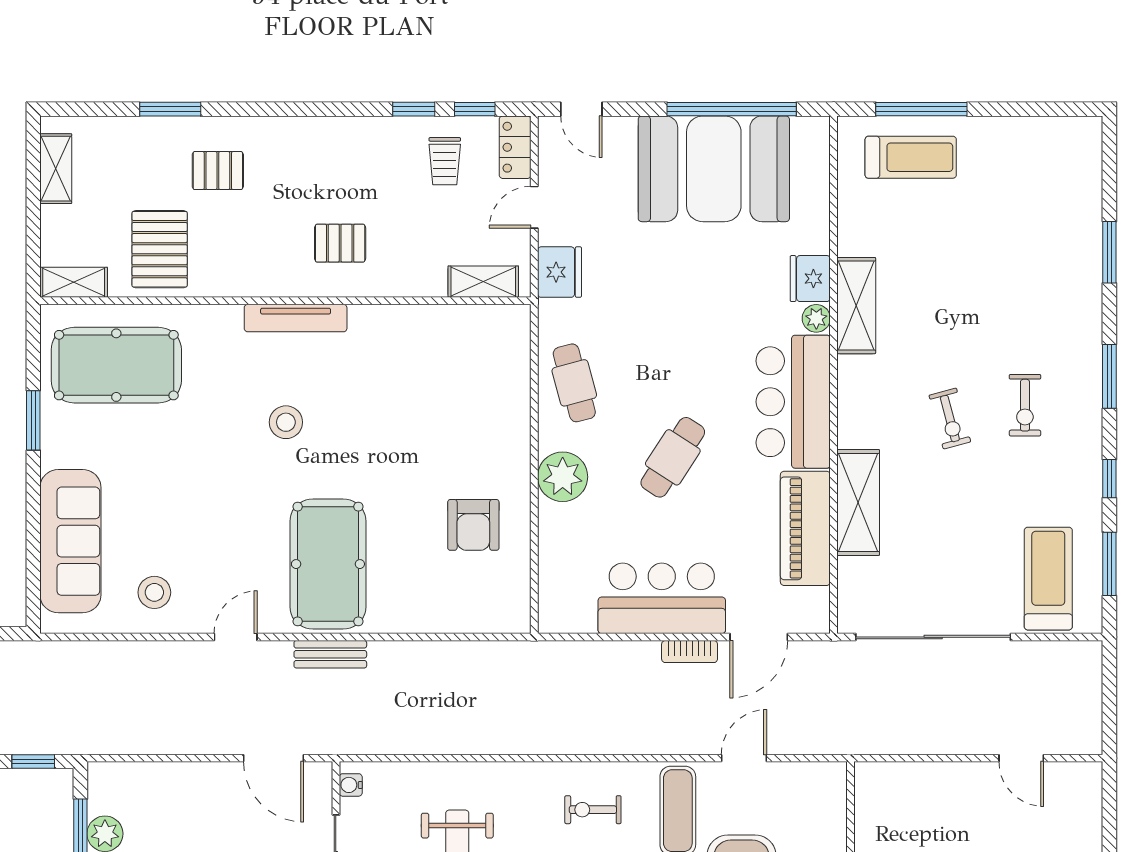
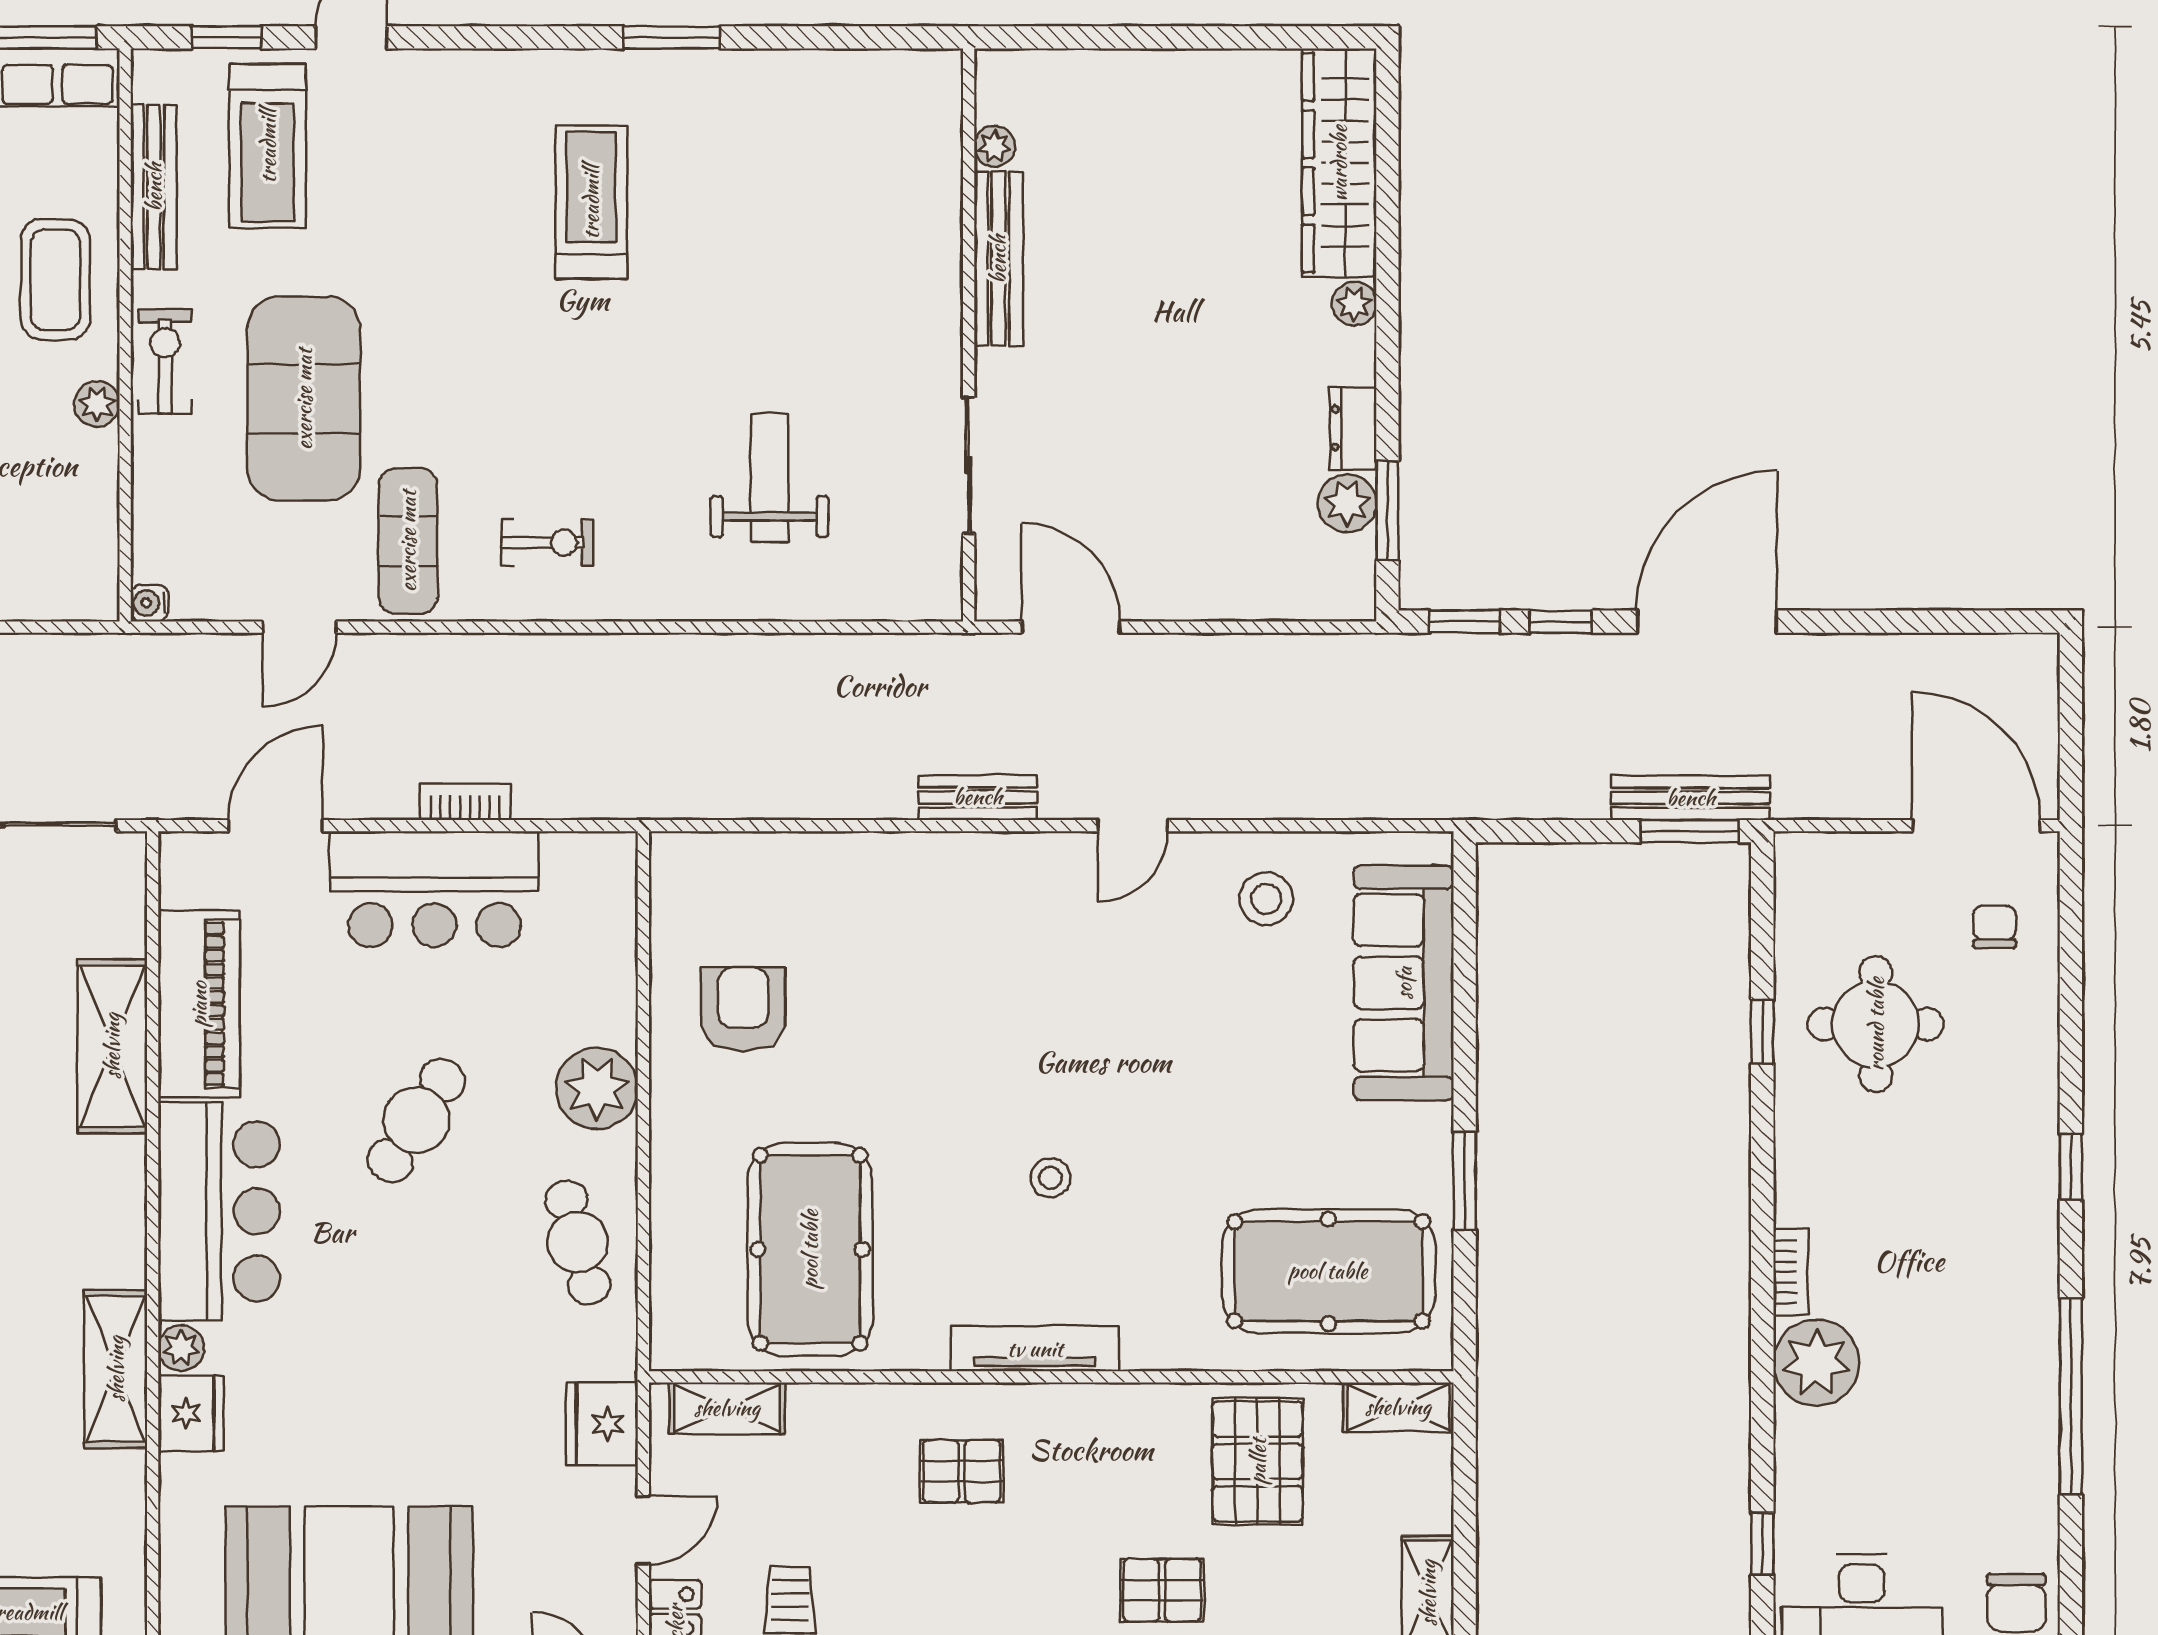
stool: (286, 422) -> (1050, 1178), width x0.73, depth x0.73
pool table: (328, 564) -> (810, 1249), moved
bookcase: (690, 652) -> (465, 802), moved
water cooler: (351, 785) -> (149, 603), moved, turned 180

